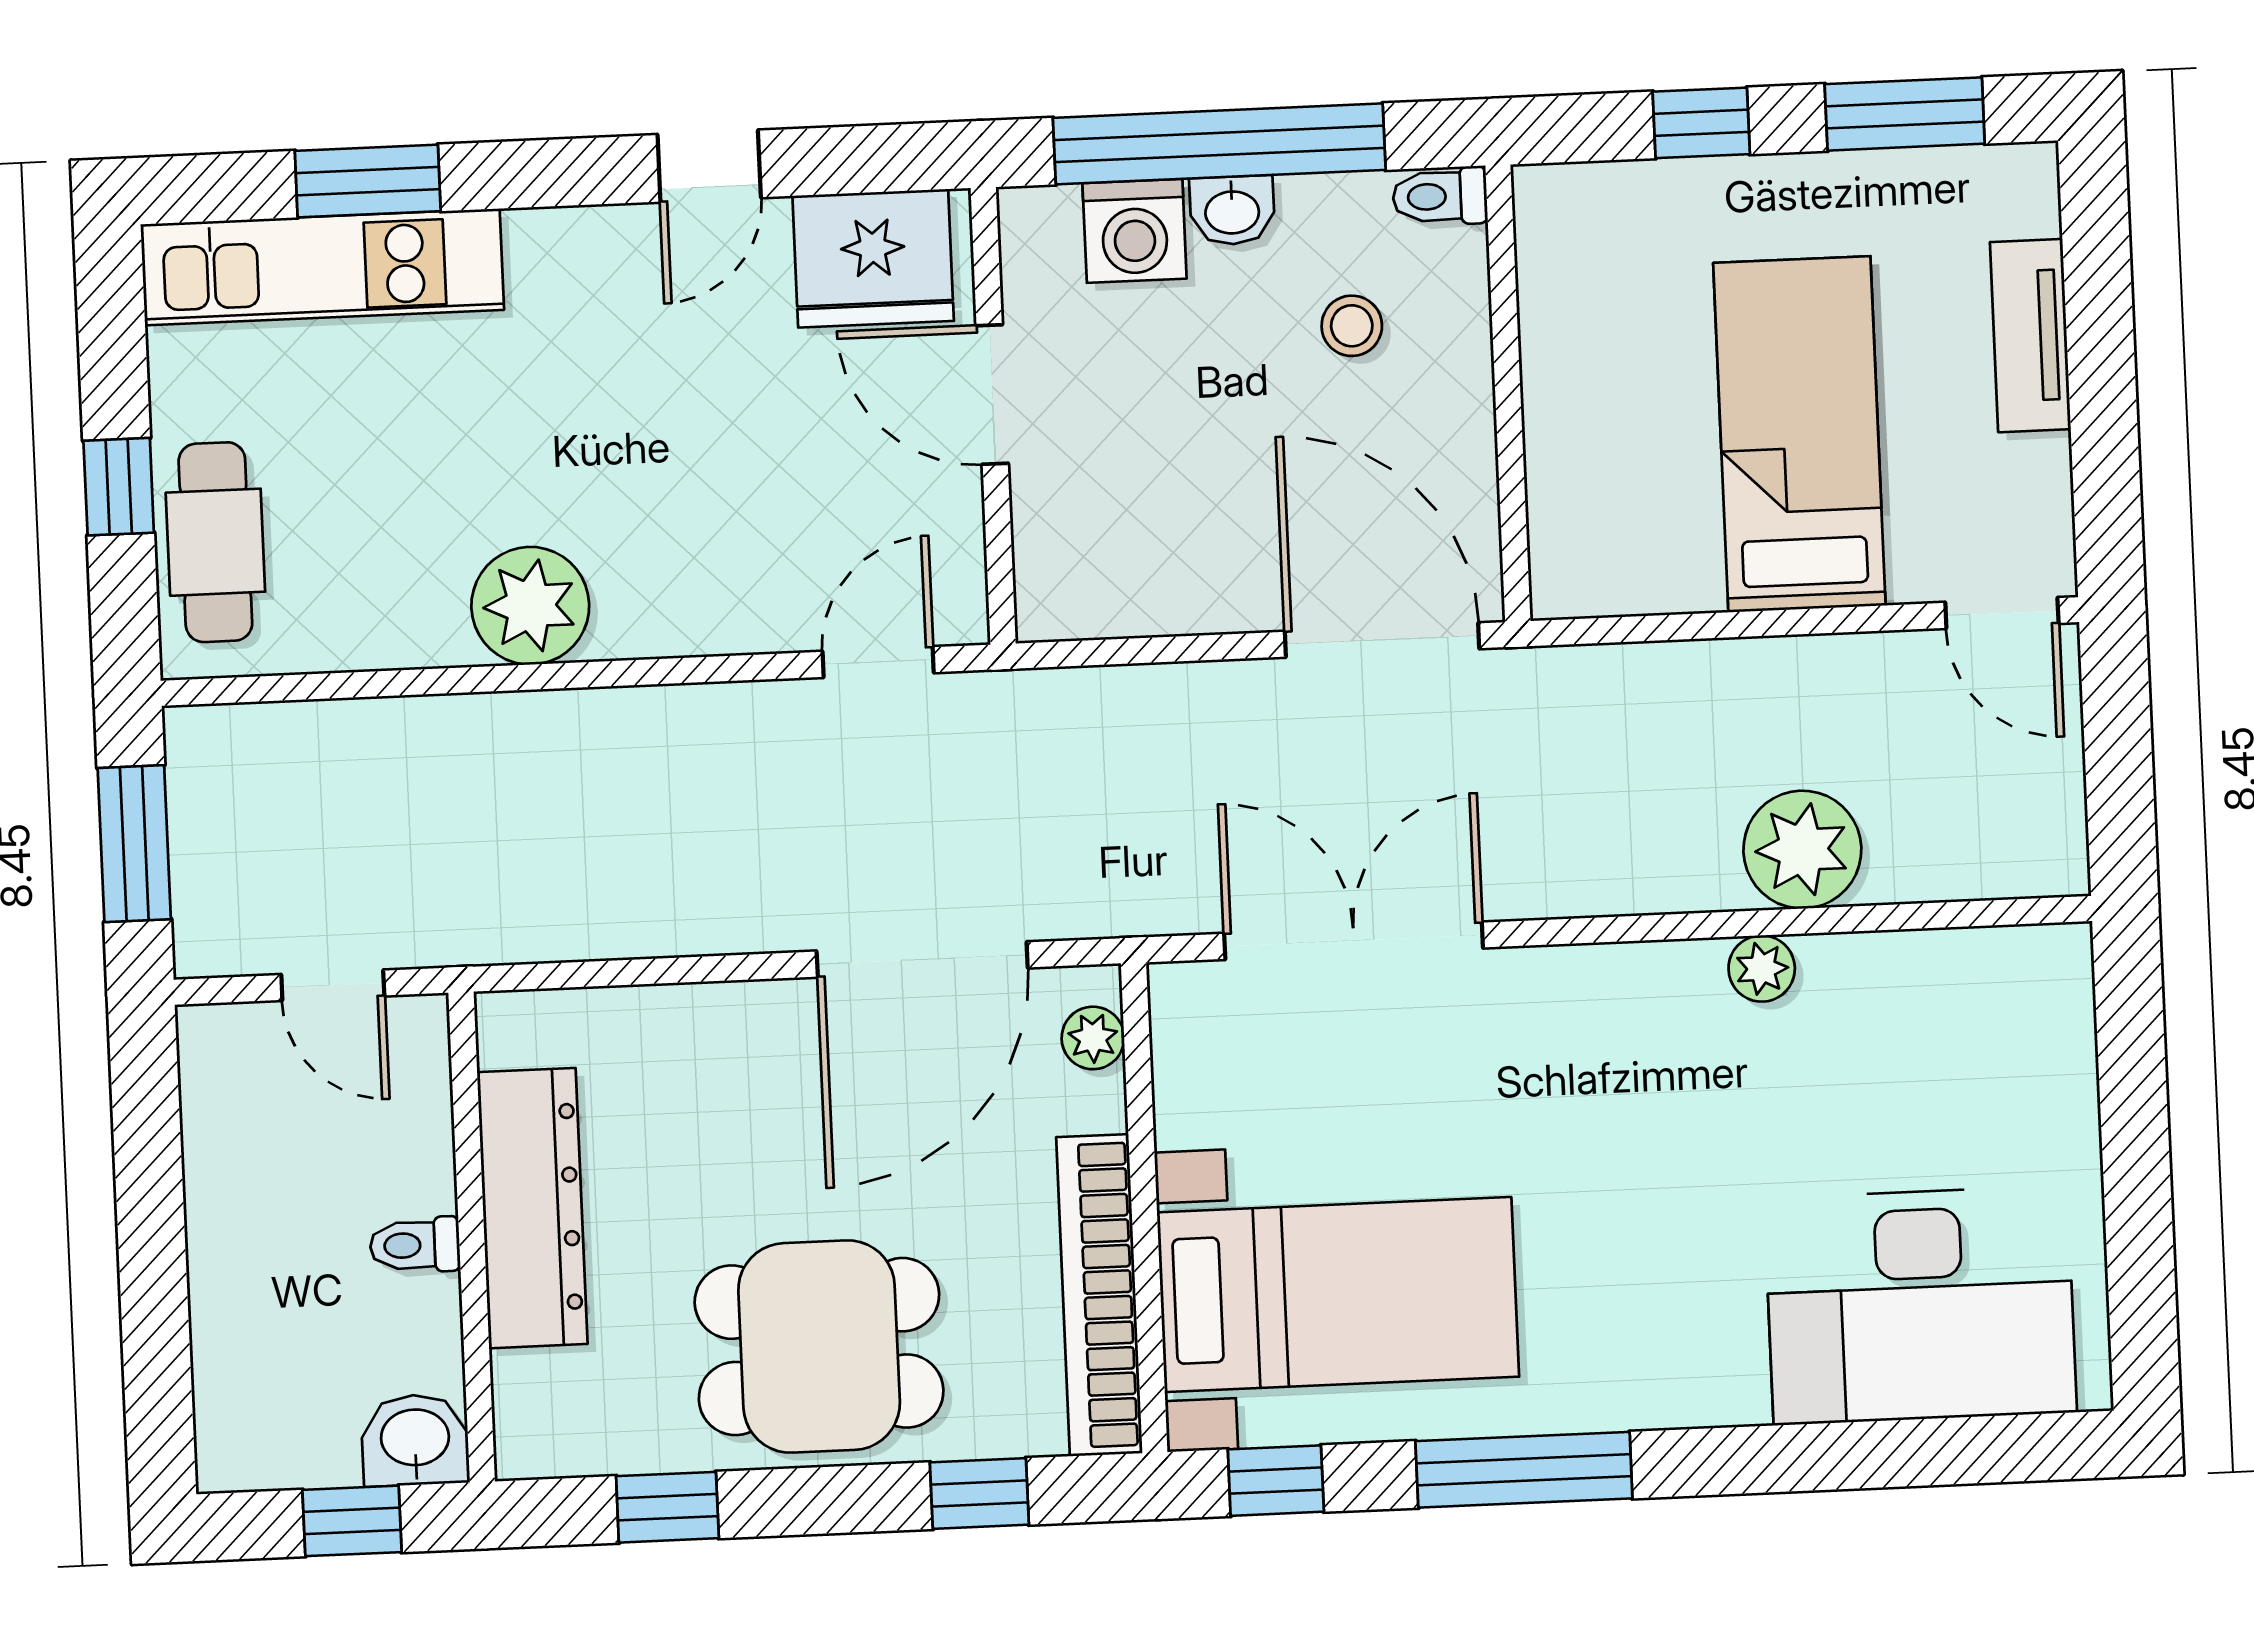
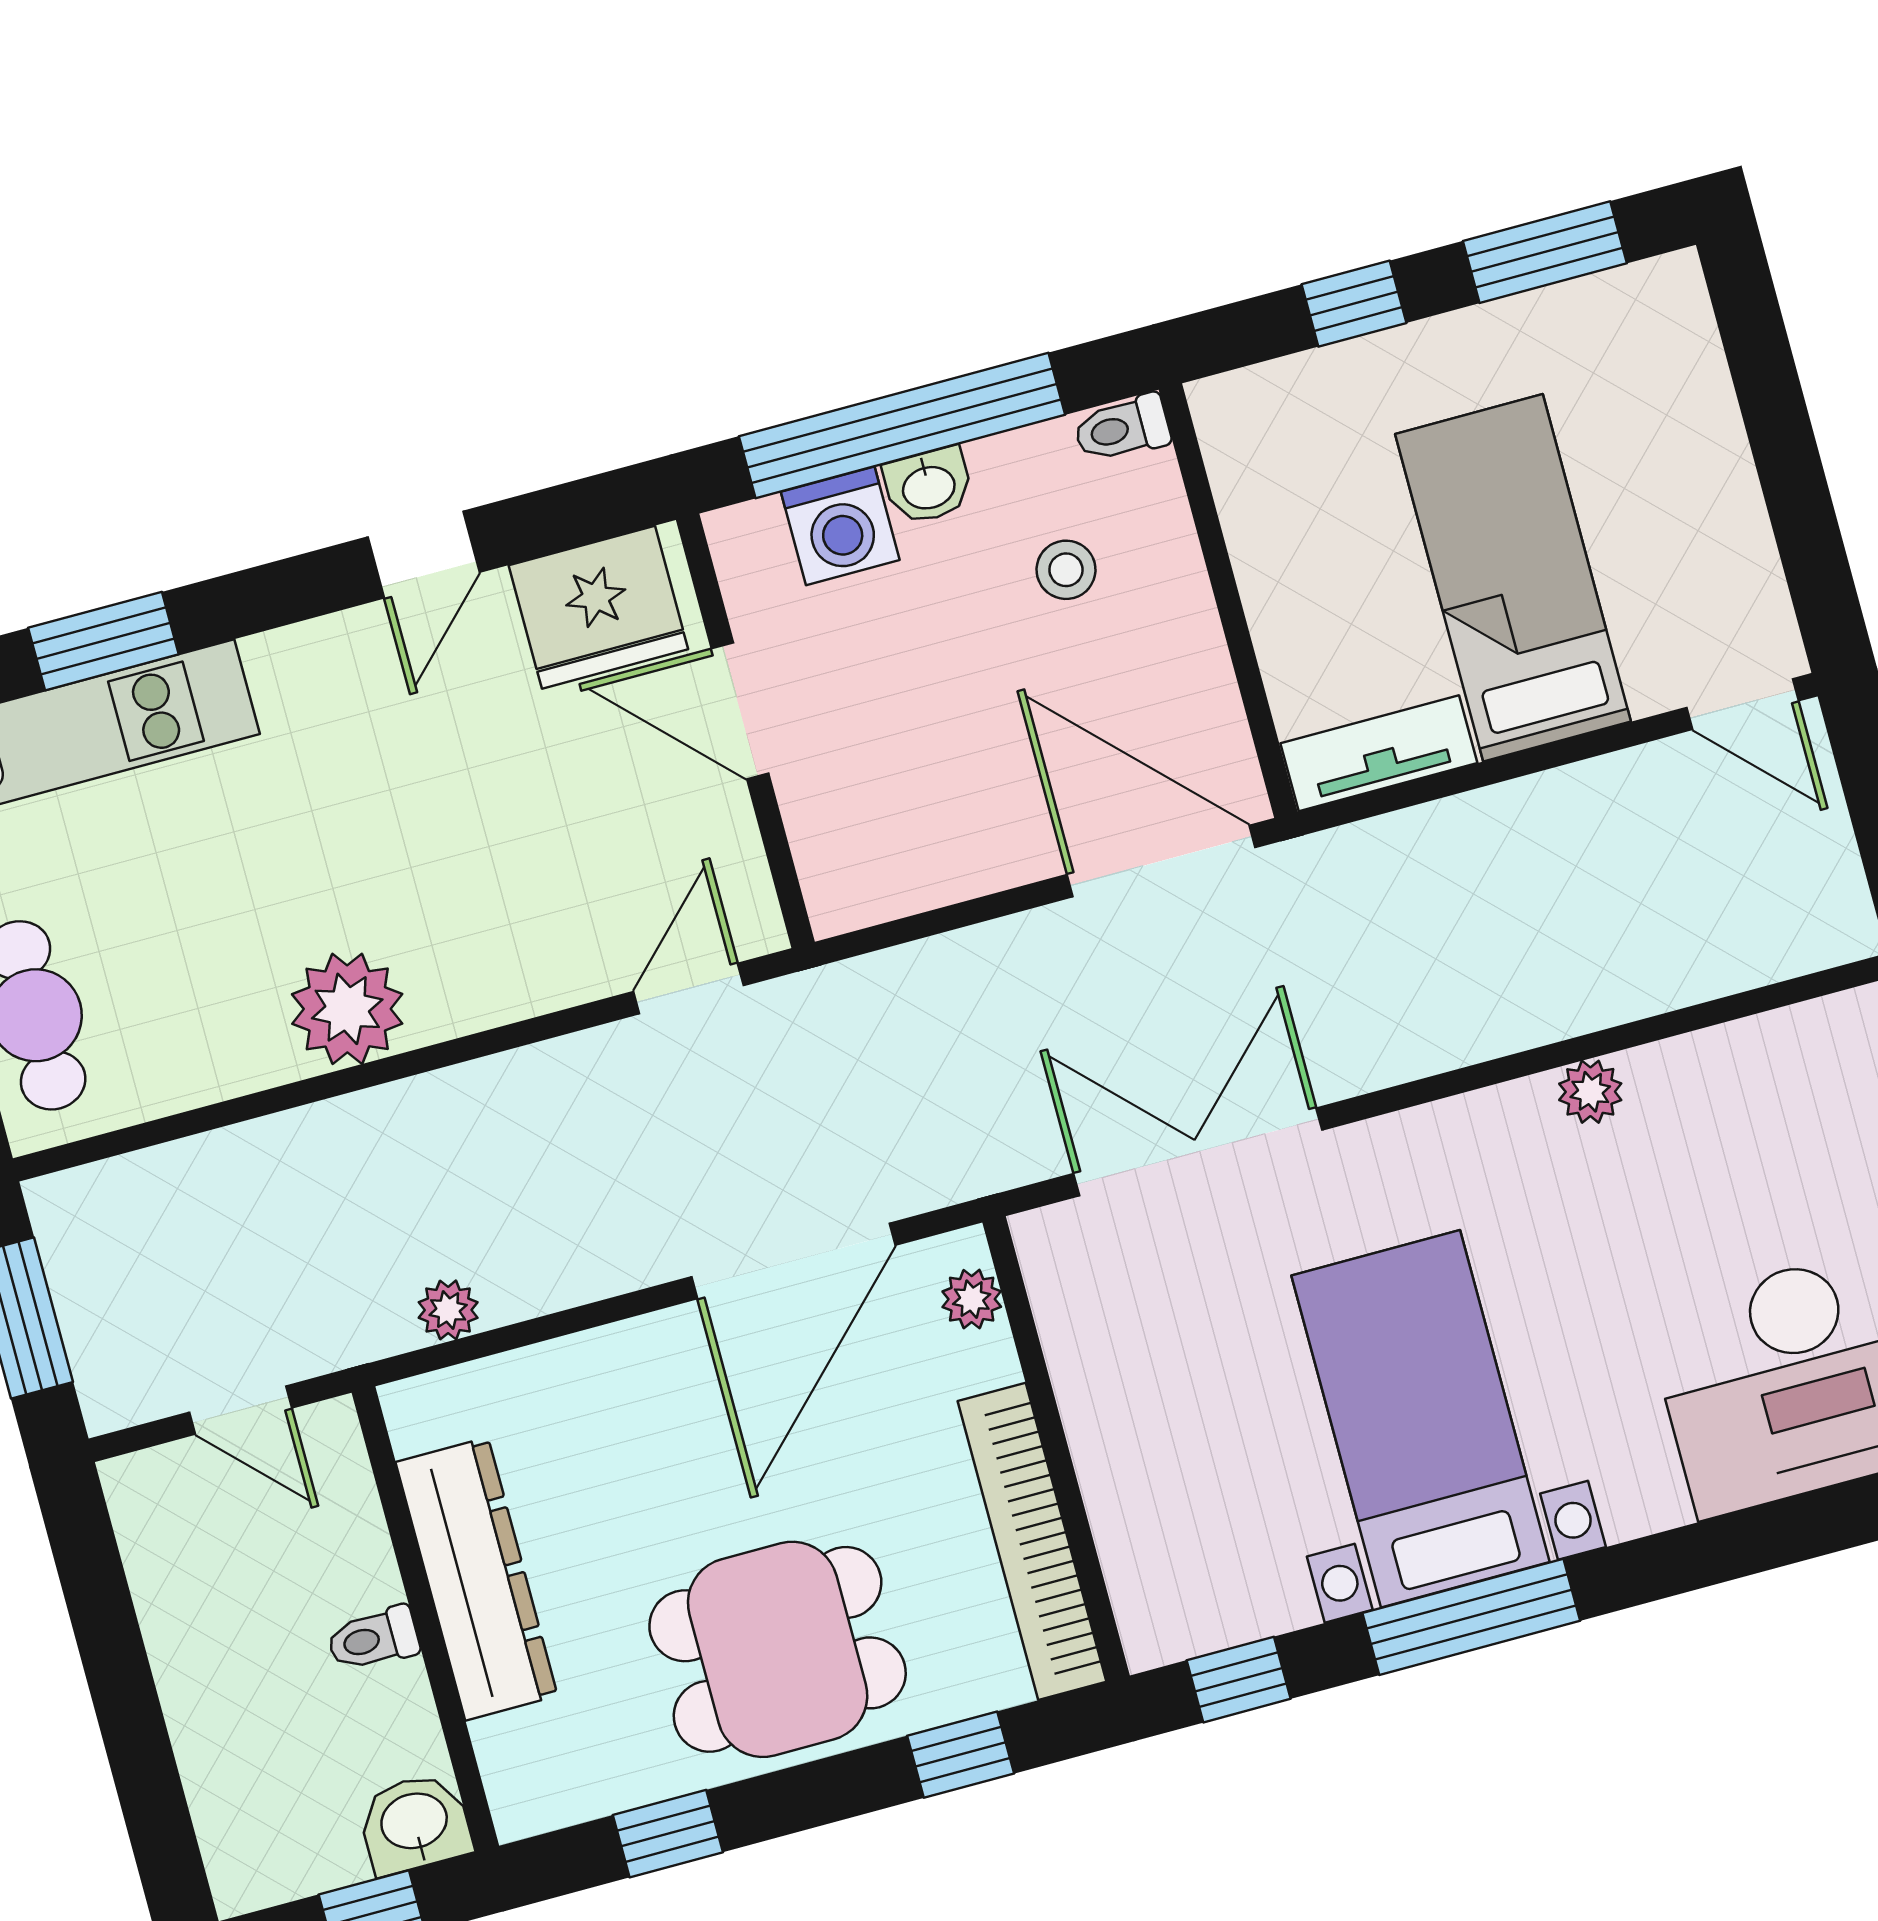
tv unit: (2030, 336) -> (1379, 753), moved, turned 90
plant: (1802, 850) -> (448, 1310), moved, width x0.53, depth x0.53
bed with nightstands: (1338, 1295) -> (1421, 1419), moved, turned -90

